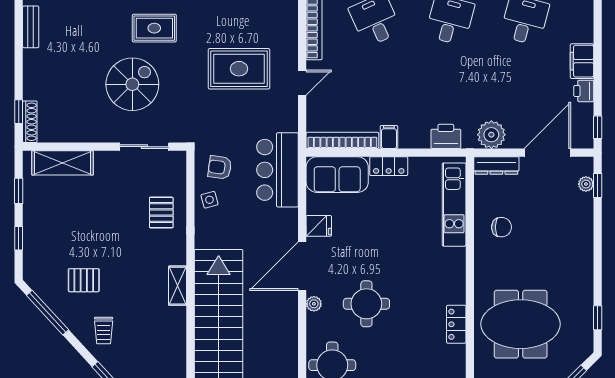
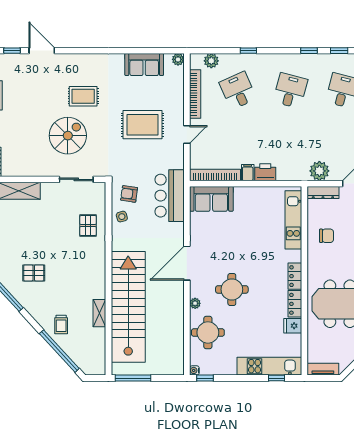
printer: (446, 136) -> (265, 172), moved
locker: (389, 166) -> (295, 276), moved, turned 90
fridge: (319, 226) -> (293, 326), moved, turned 180
shelving: (178, 286) -> (99, 313), moved
plant: (314, 304) -> (195, 303), moved
trolley: (104, 331) -> (61, 324), moved

